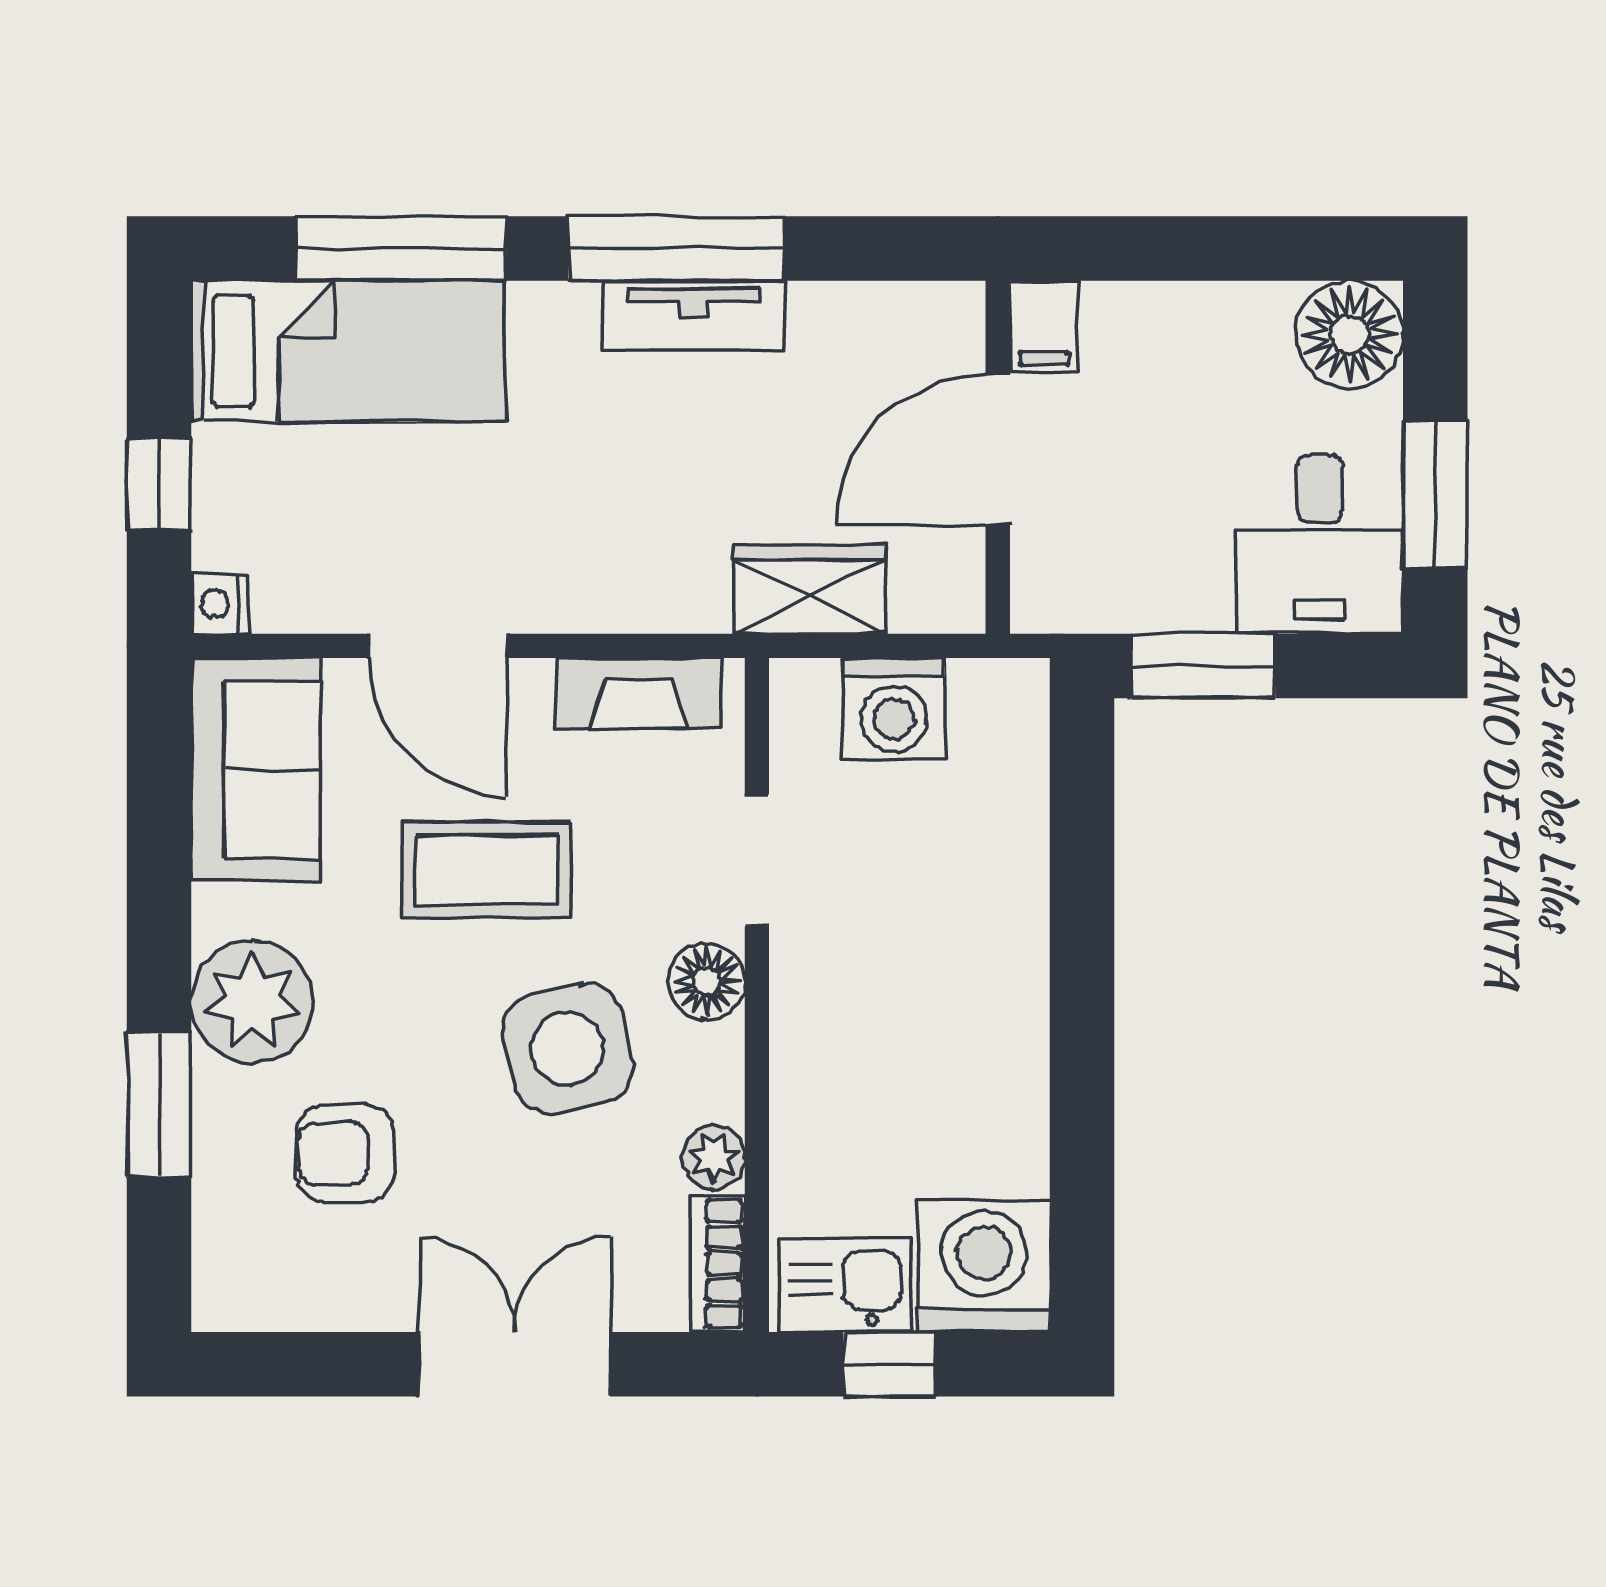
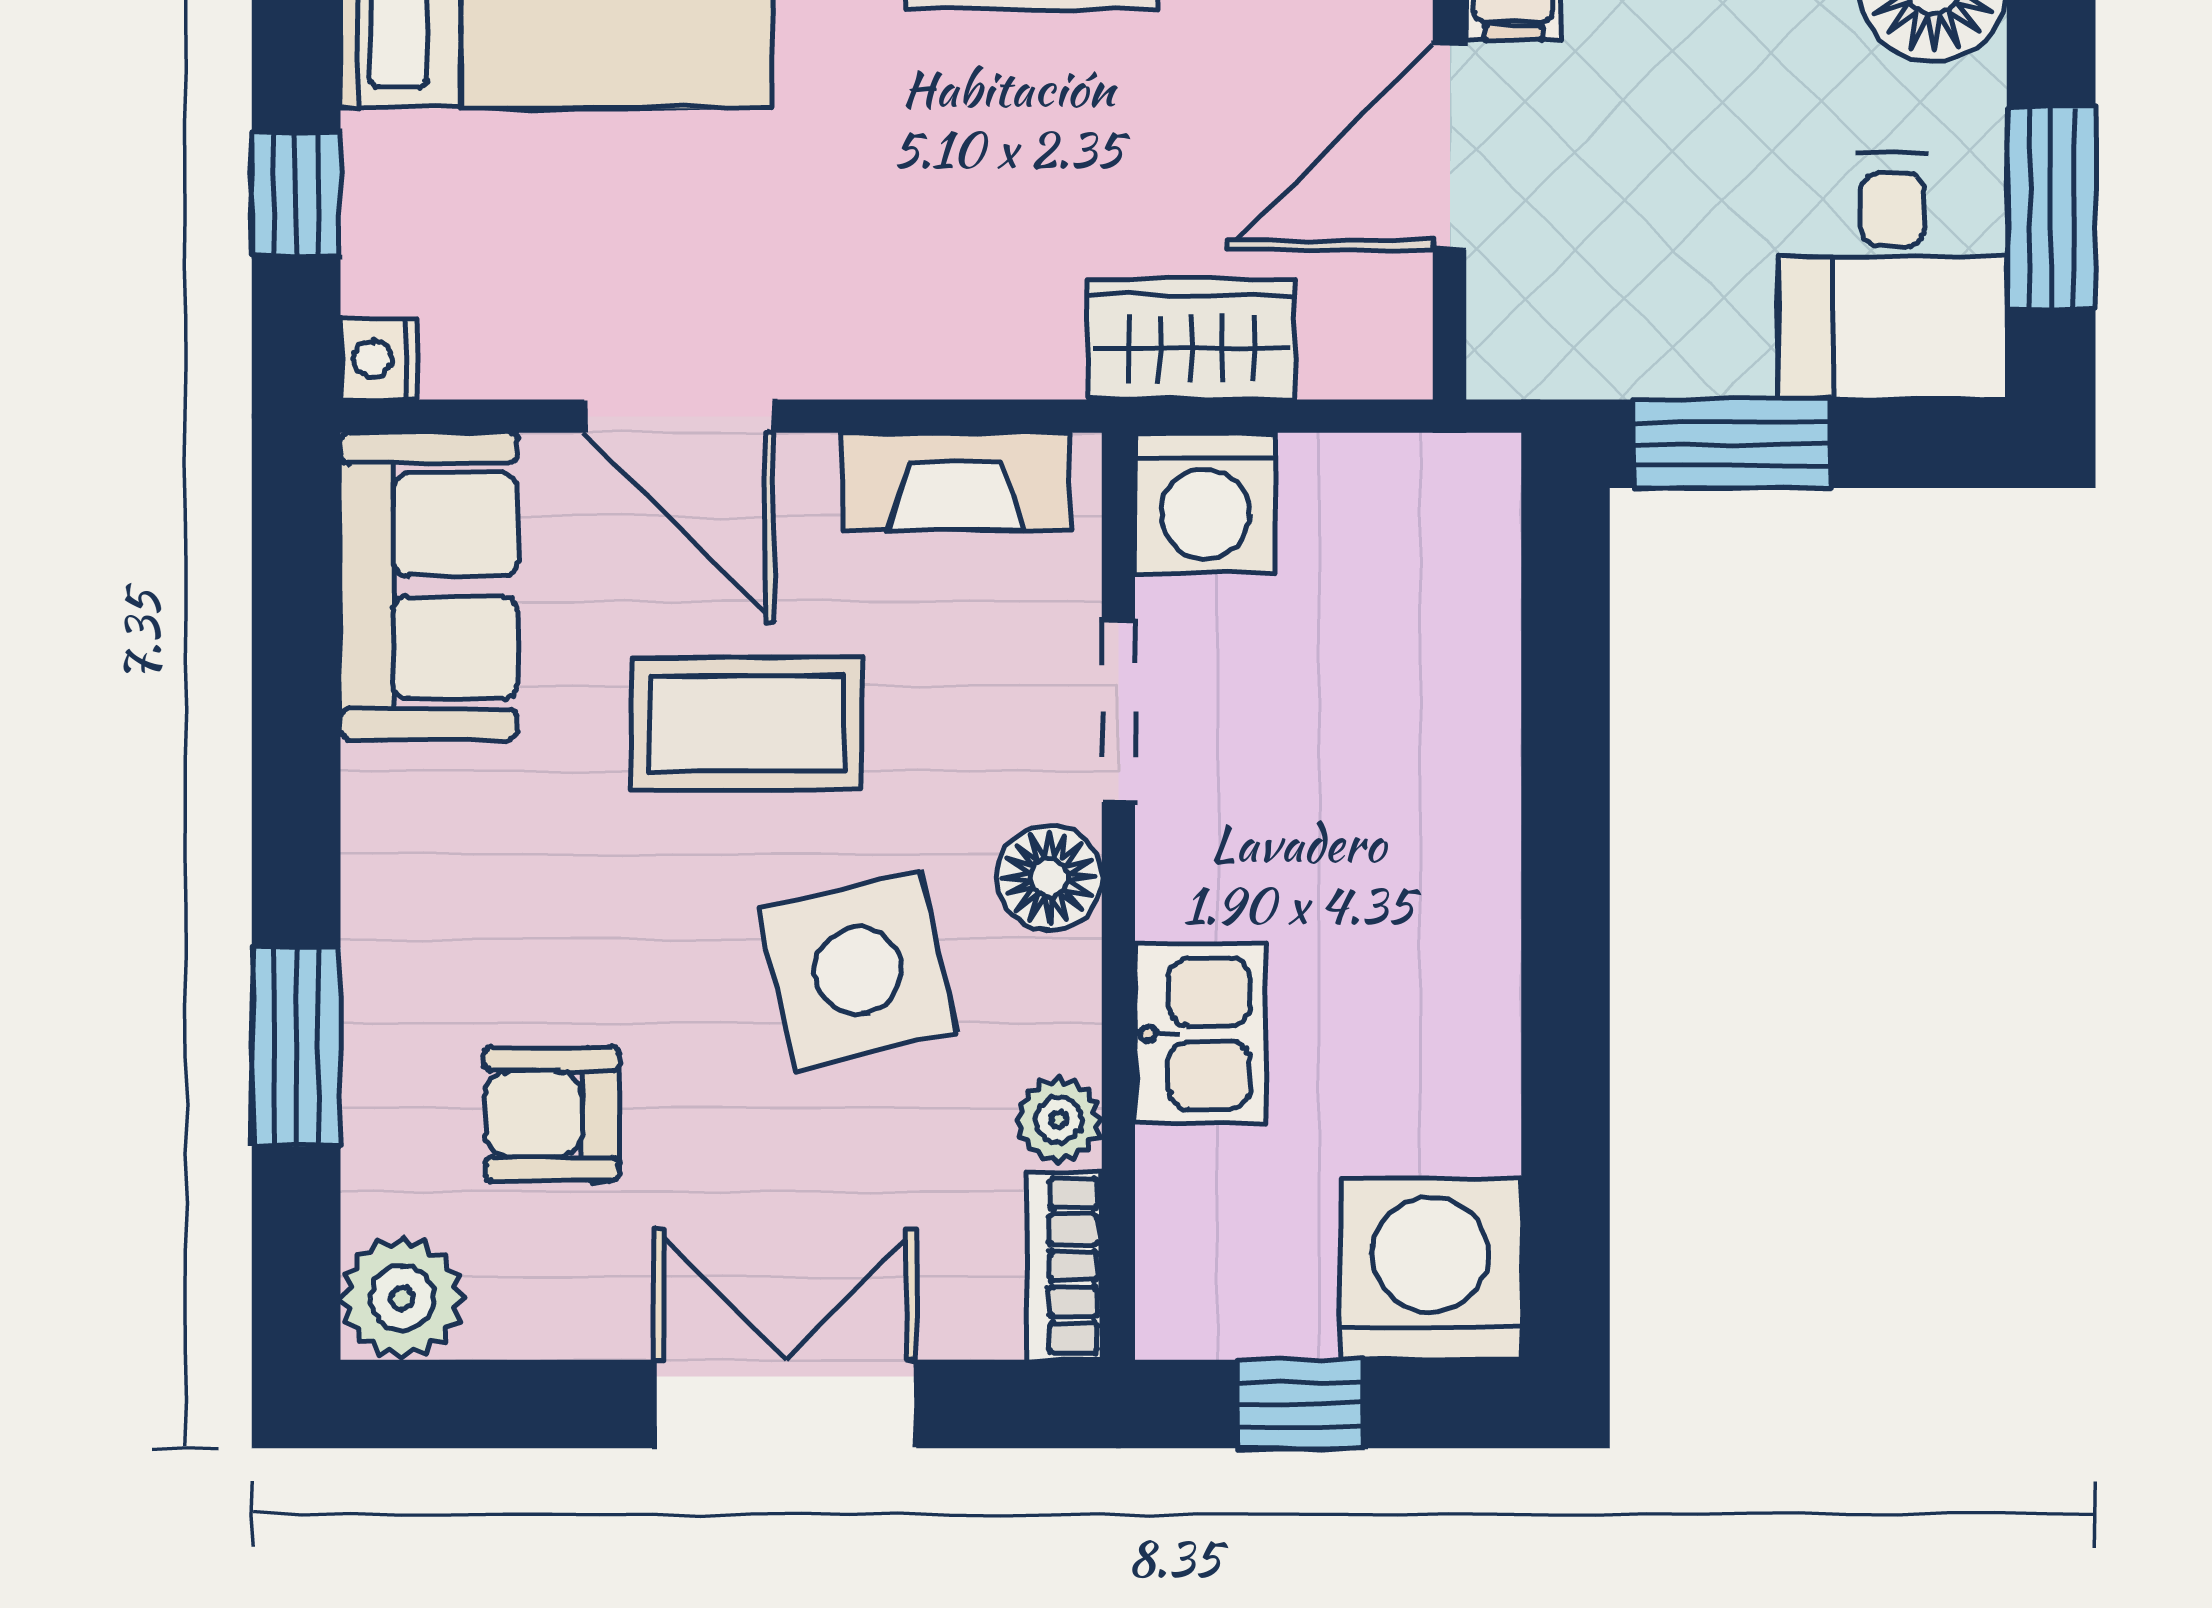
washing machine: (894, 709) -> (1205, 503), moved
plant: (252, 1002) -> (402, 1298), moved, width x0.73, depth x0.73
kitchen sink: (846, 1285) -> (1200, 1034), moved, turned 90

